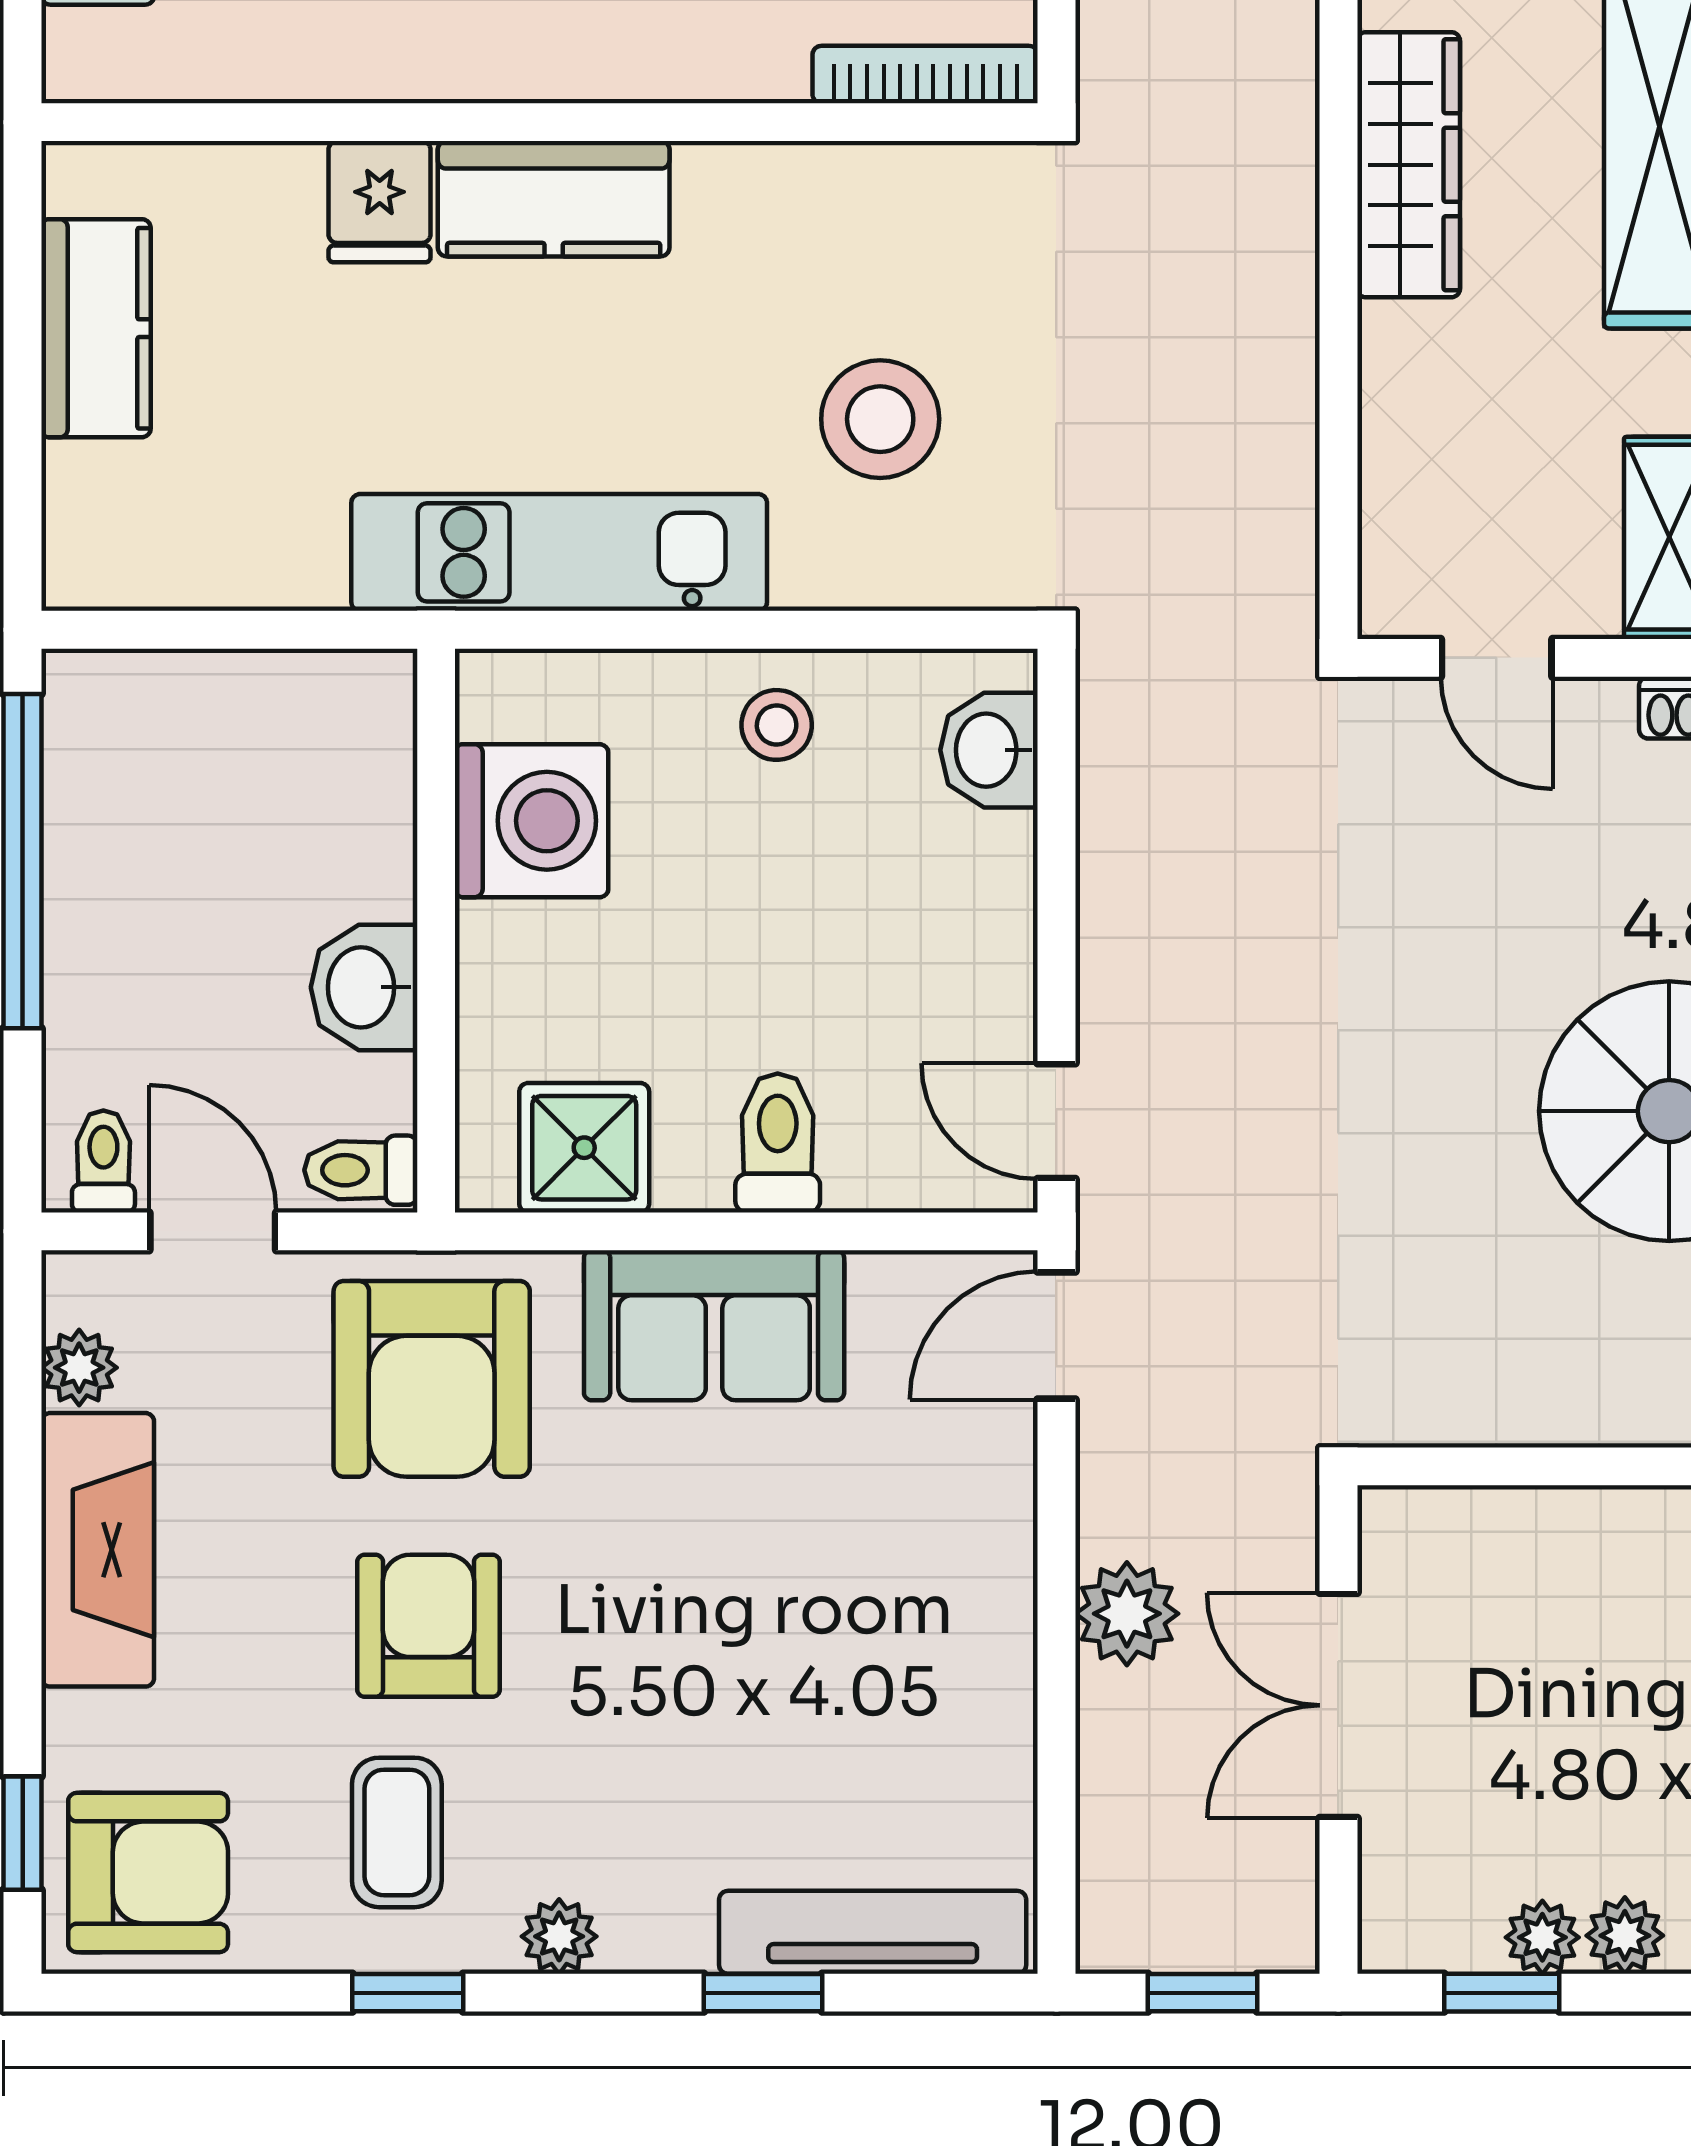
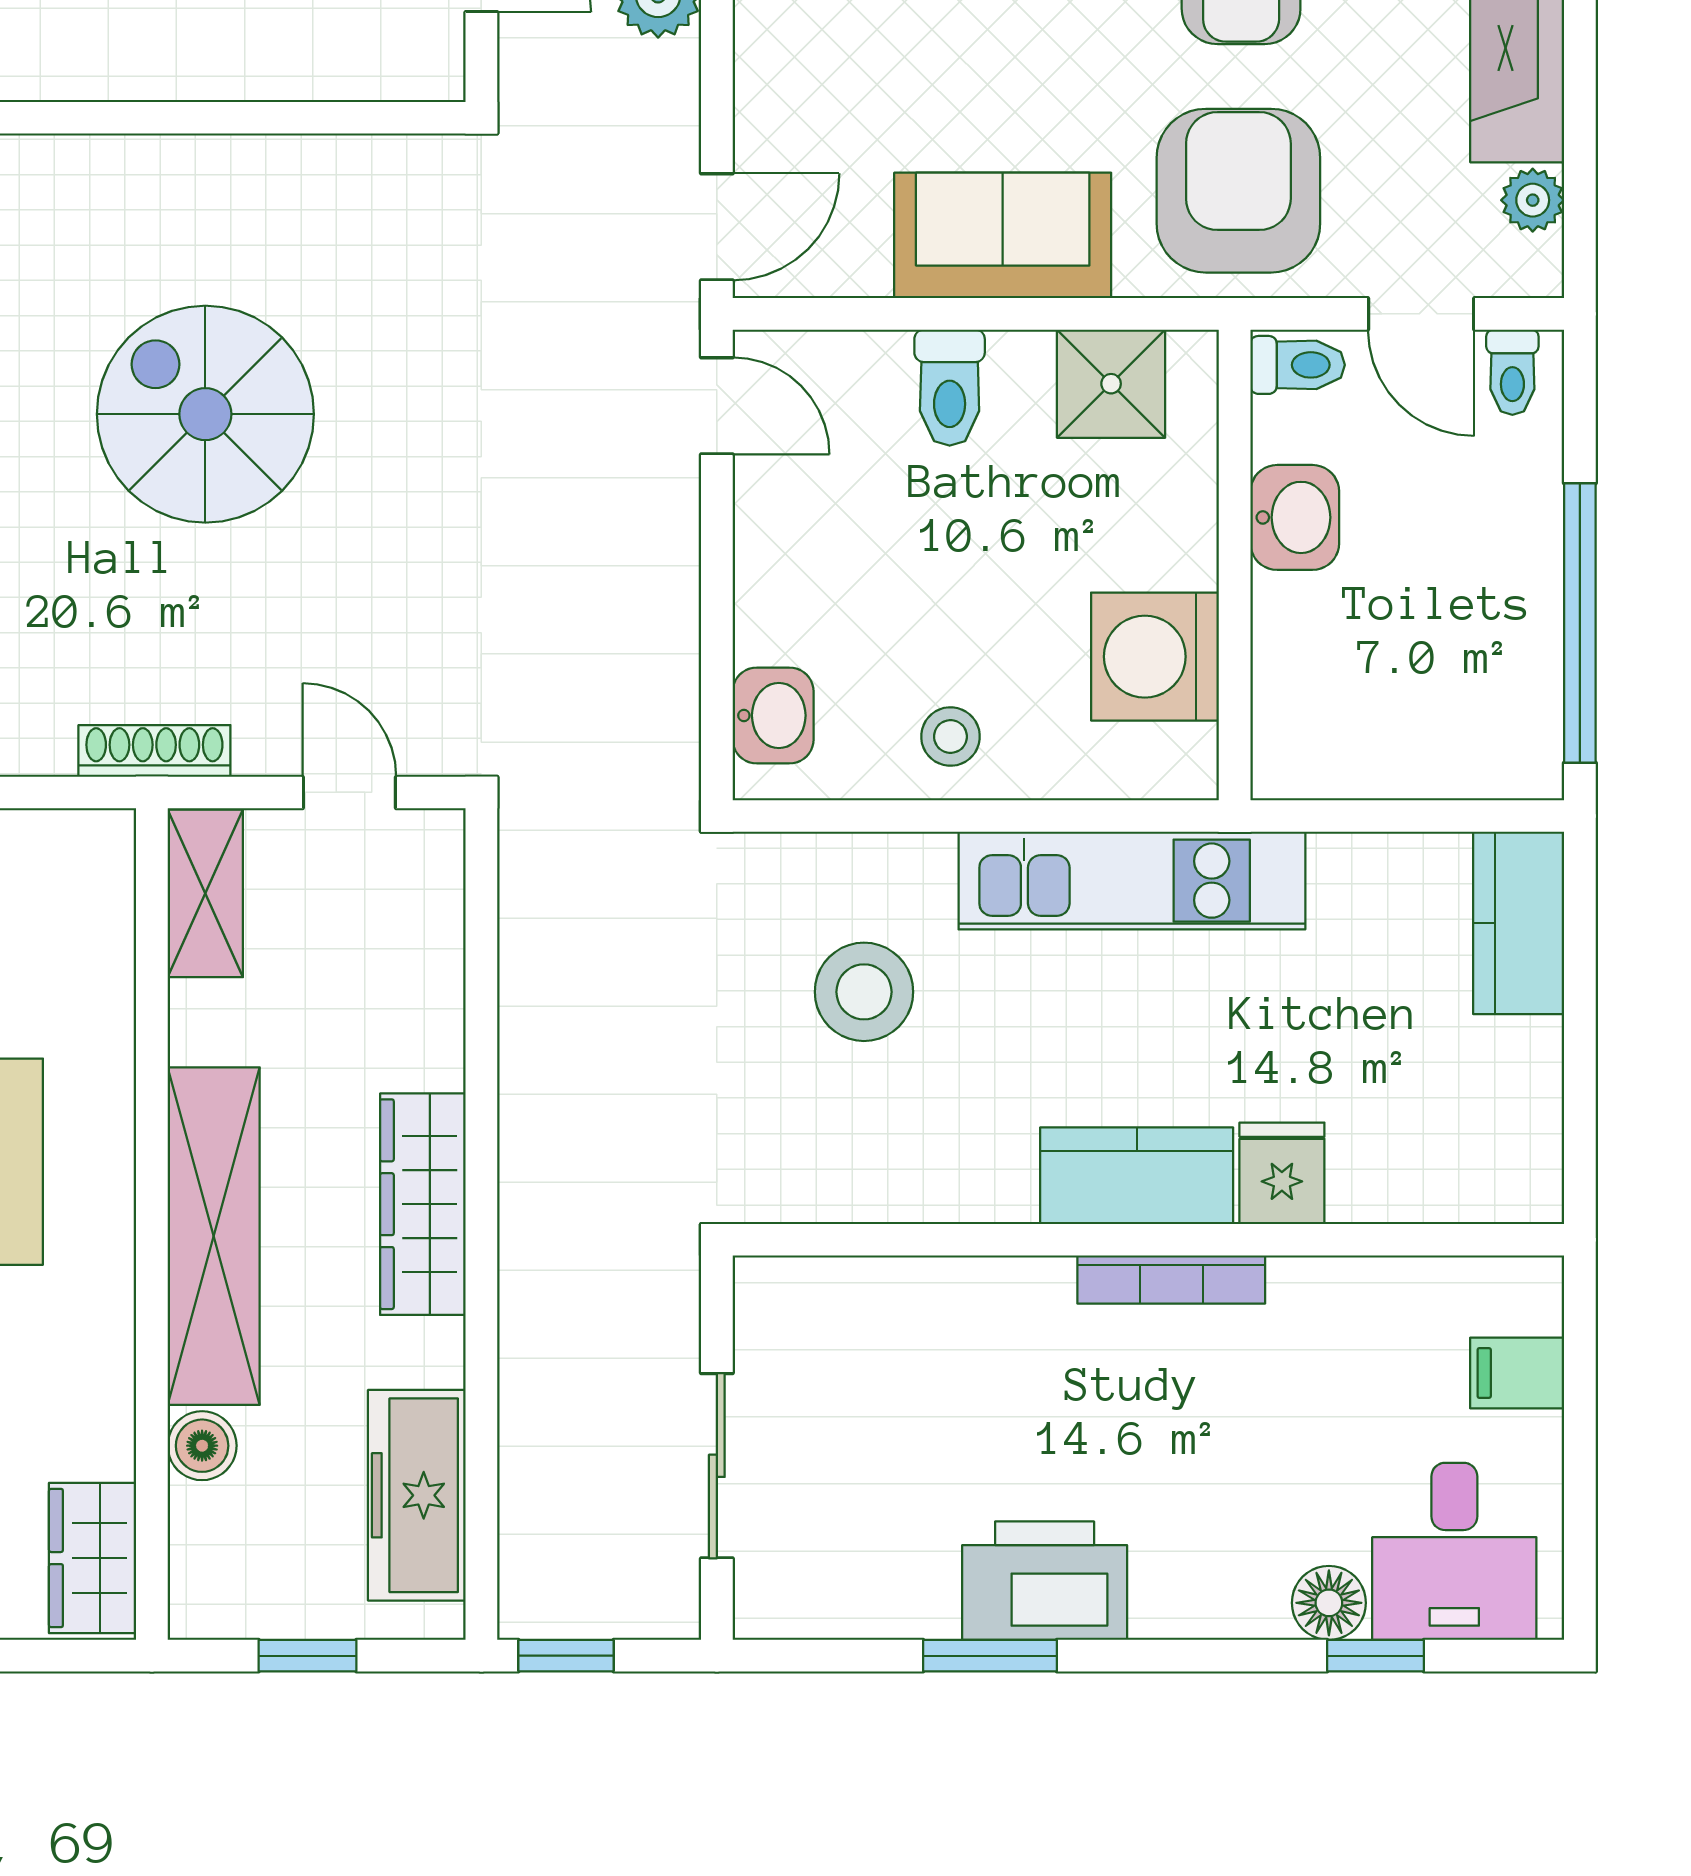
bookcase: (925, 75) -> (1171, 1279), moved
kitchen counter: (96, 328) -> (1519, 923), moved

